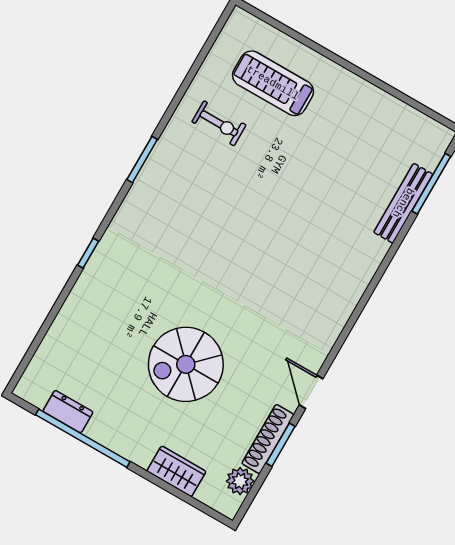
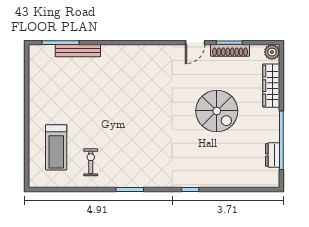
wardrobe: (176, 471) -> (271, 86), width x1.50
plant: (240, 481) -> (272, 52), moved

